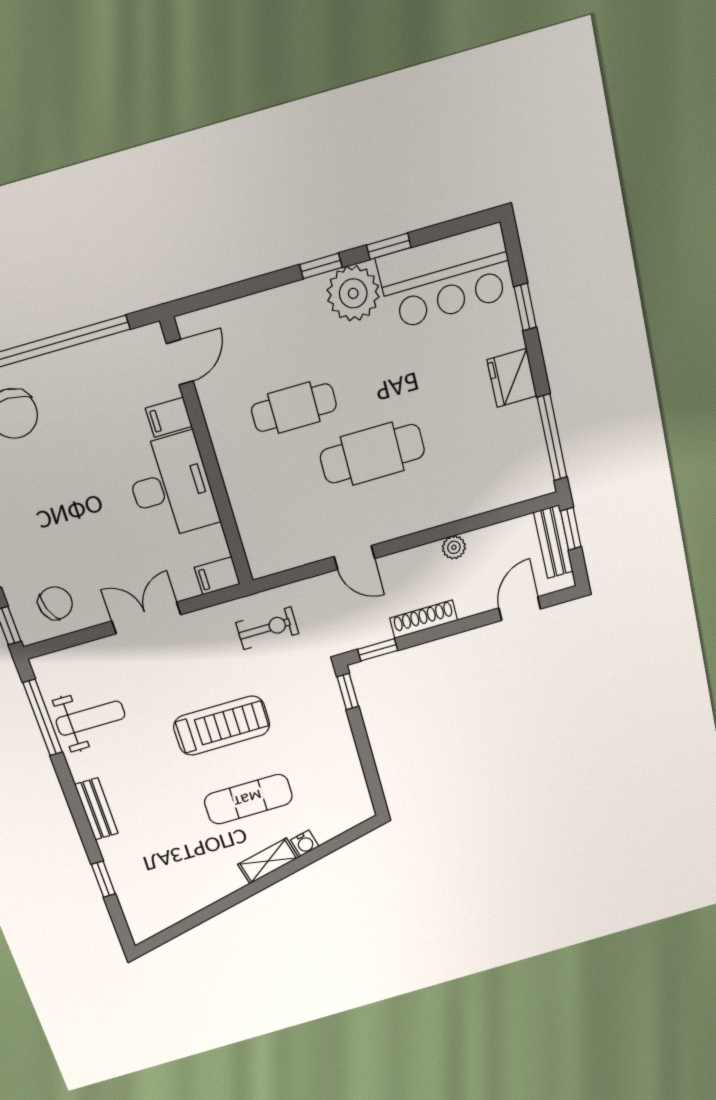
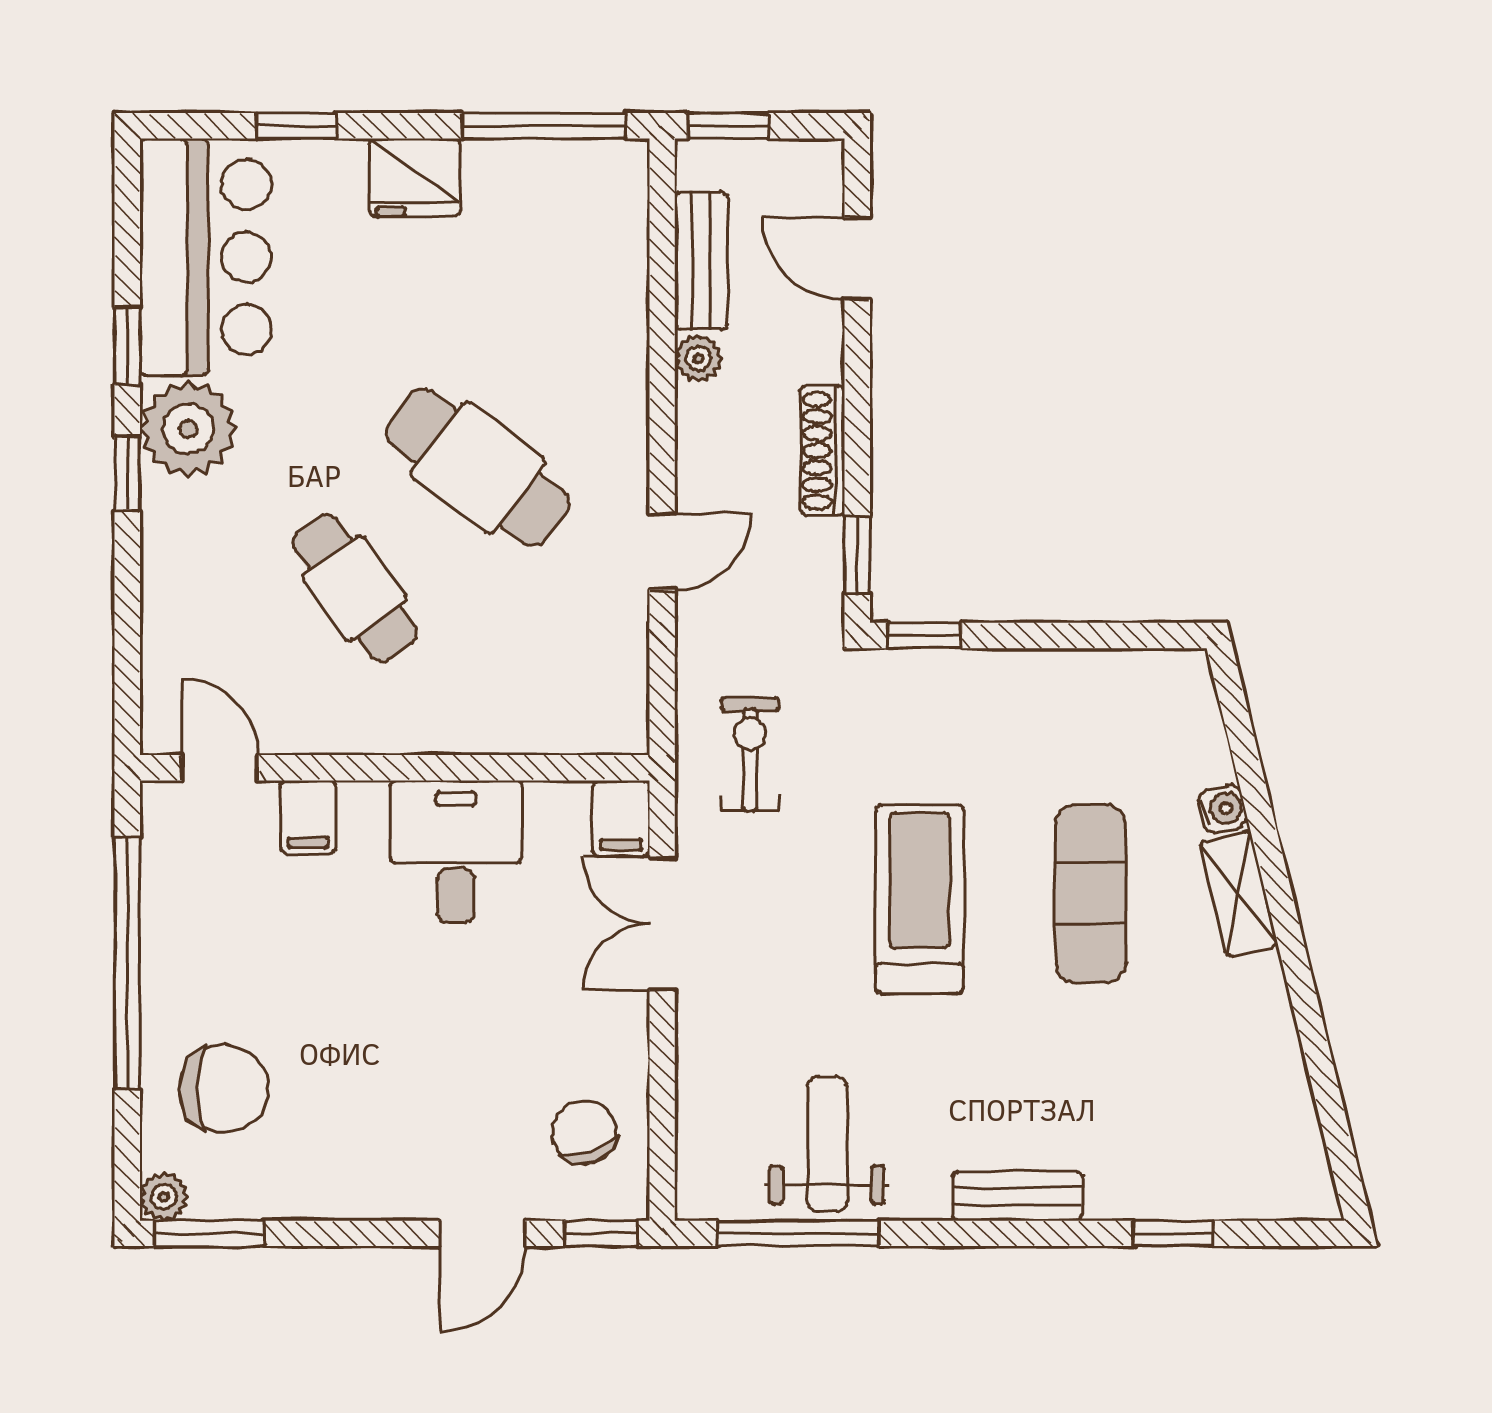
cafe table: (294, 408) -> (355, 588), turned -36
cafe table: (372, 454) -> (478, 468), turned -53
desk: (171, 486) -> (456, 852), width x0.73
bench: (553, 542) -> (701, 261), moved, turned 90
double door: (146, 618) -> (662, 924), moved

